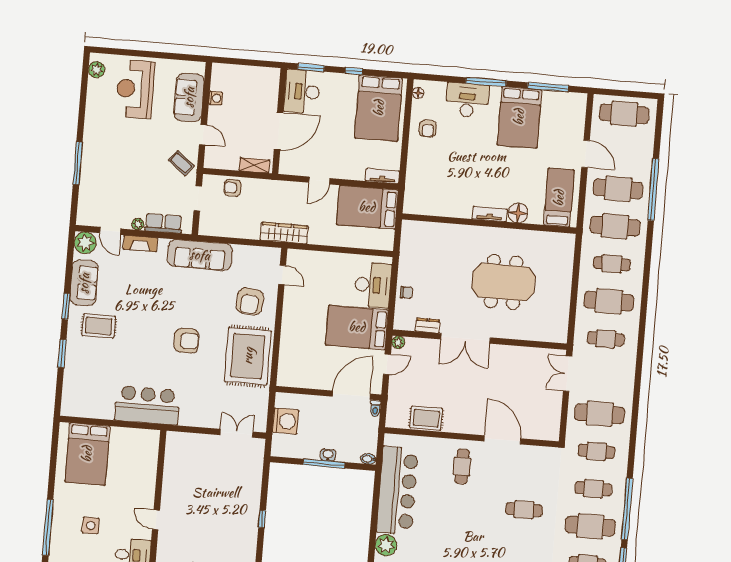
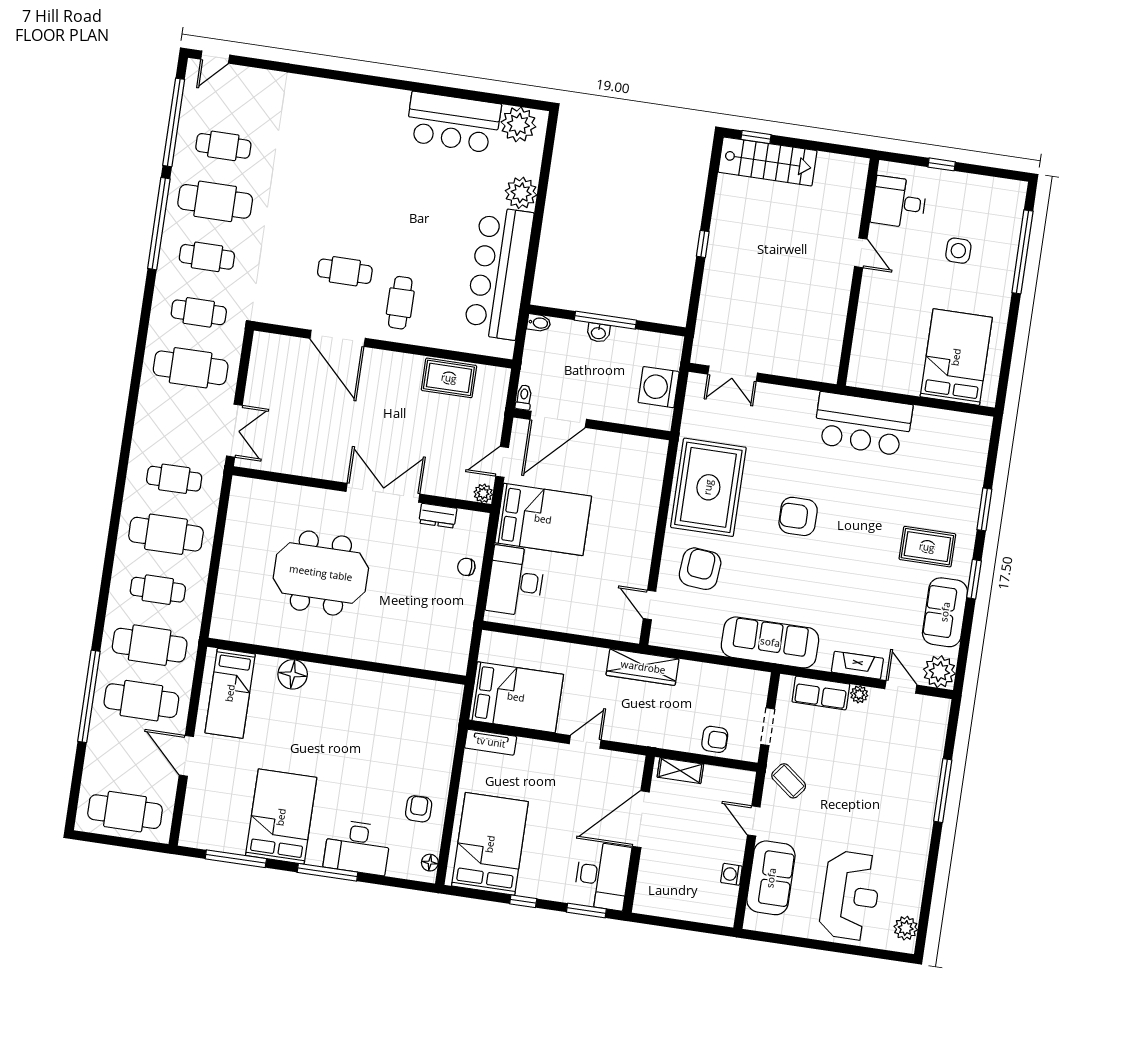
tv unit: (490, 214) -> (335, 676), removed
cafe table: (524, 510) -> (345, 271), moved

